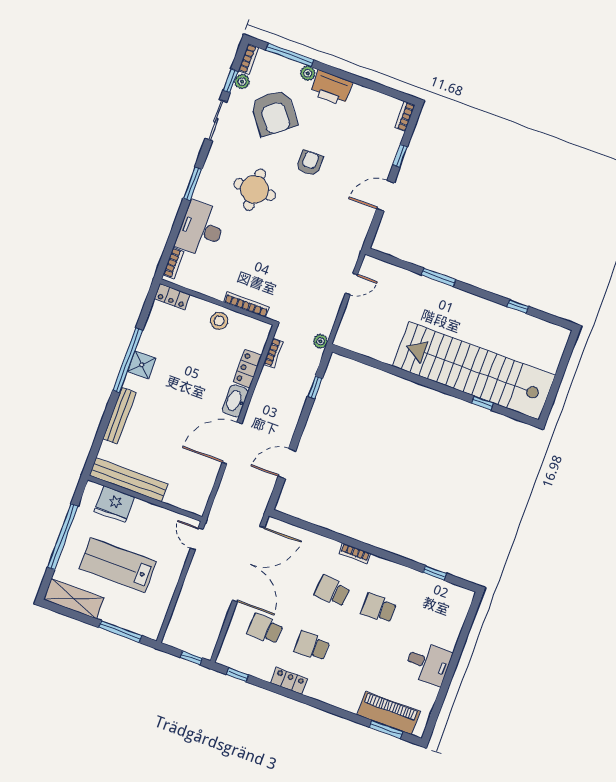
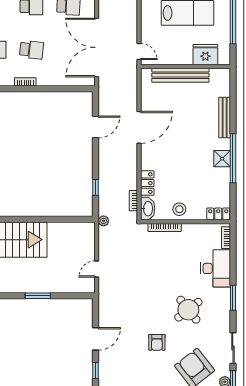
round table: (255, 190) -> (188, 310), turned -38
washbasin: (235, 401) -> (148, 209), moved
bench: (128, 480) -> (180, 75), moved

